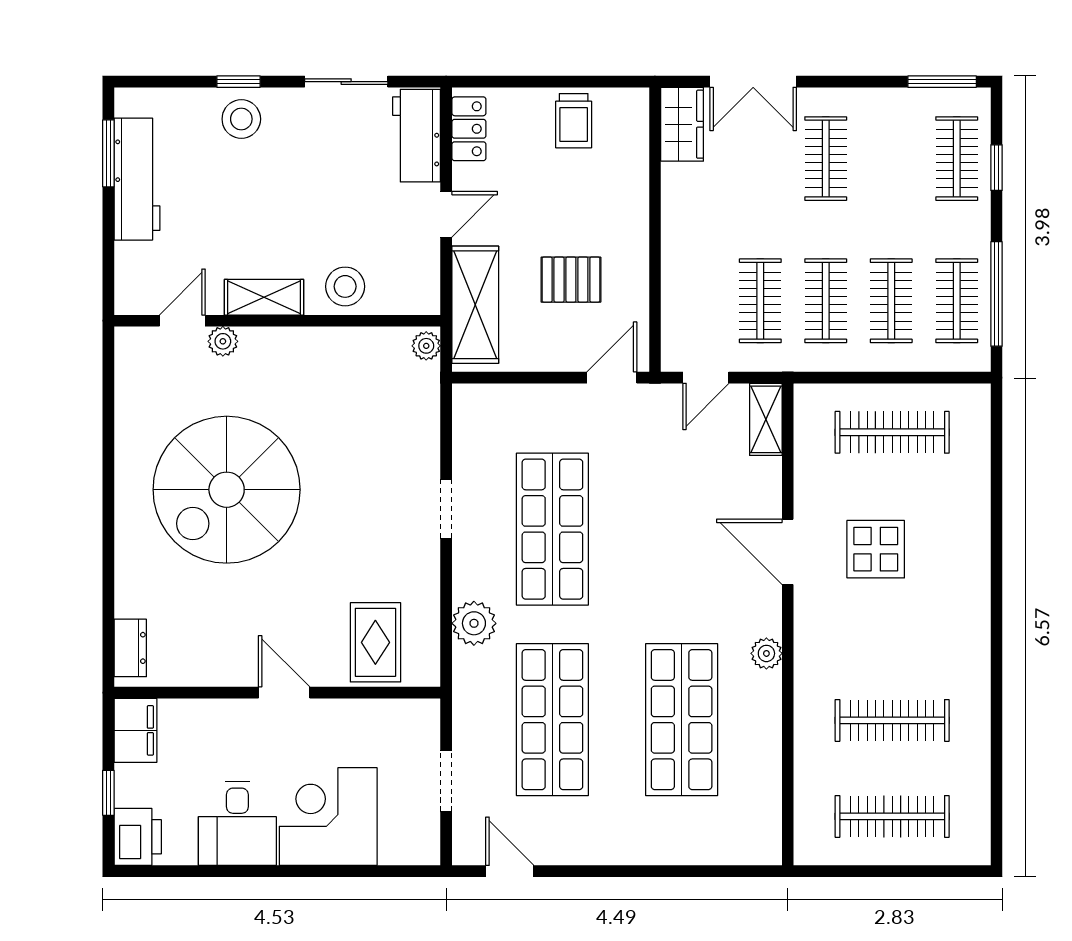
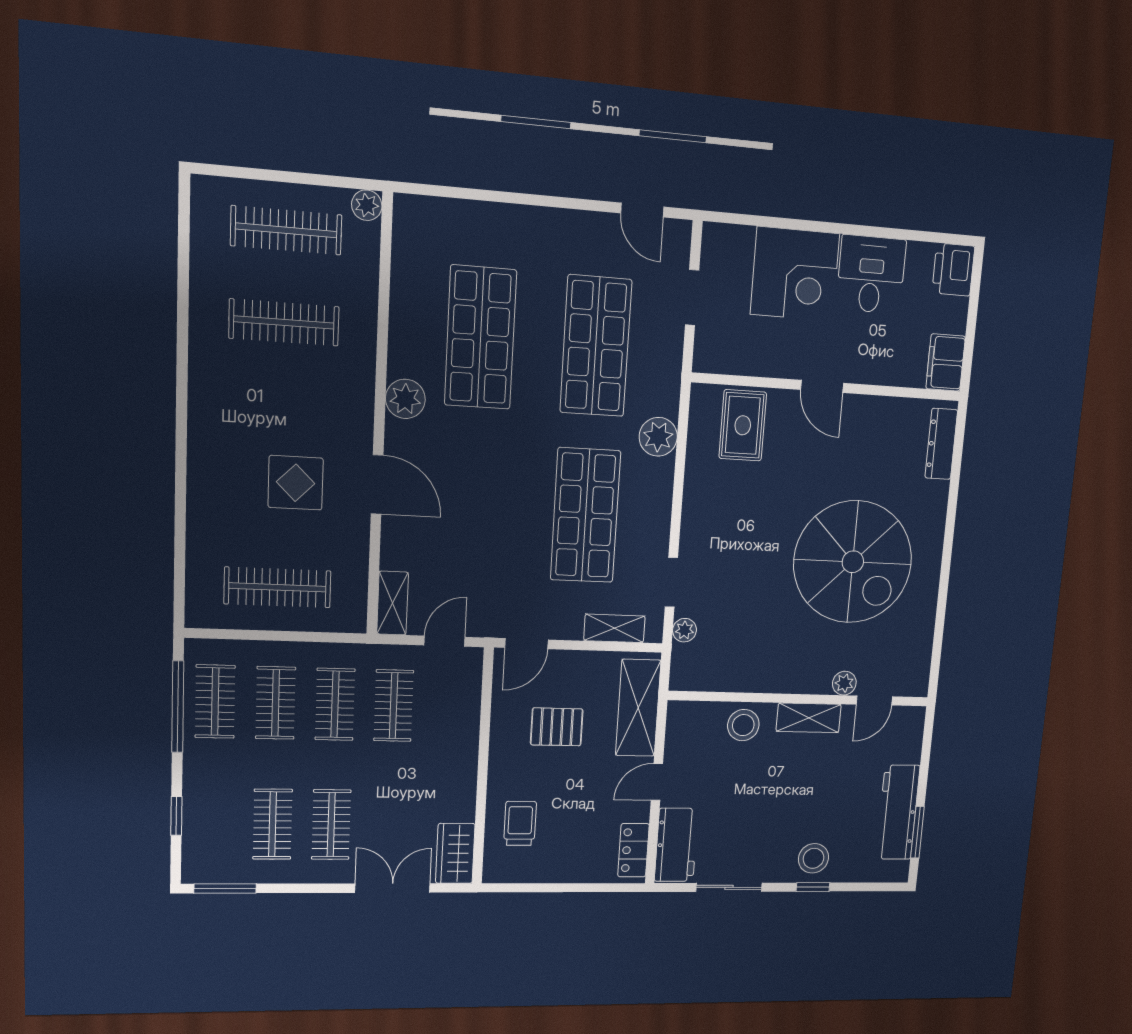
trolley: (574, 121) -> (520, 823), moved
clothes rail: (957, 159) -> (273, 824), moved
plant: (426, 346) -> (685, 630), moved
shelving: (510, 399) -> (614, 628), added
spiral stairs: (227, 490) -> (853, 562), turned 90
doorway: (446, 509) -> (671, 582), moved
dresser: (130, 648) -> (941, 444), width x1.44
plant: (766, 653) -> (405, 399), width x1.38, depth x1.38
window: (108, 793) -> (973, 310), removed
plant: (809, 850) -> (367, 205), added

